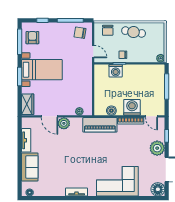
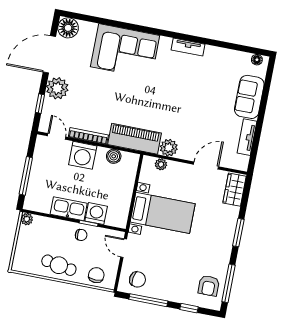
bed with nightstands: (42, 70) -> (163, 213), moved, turned 180
kitchen sink: (134, 70) -> (69, 209), added
door: (50, 116) -> (206, 165), hinge flipped
plant: (64, 123) -> (169, 148), moved

